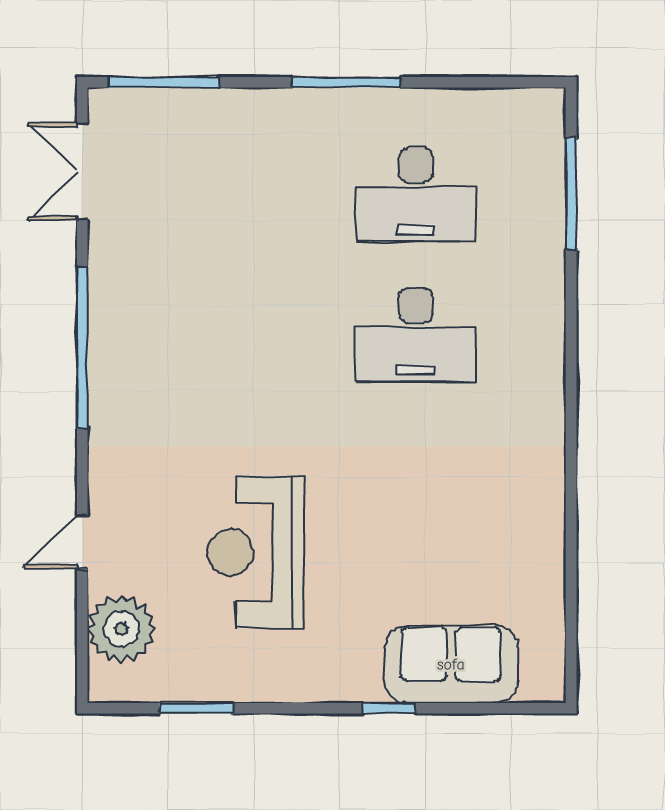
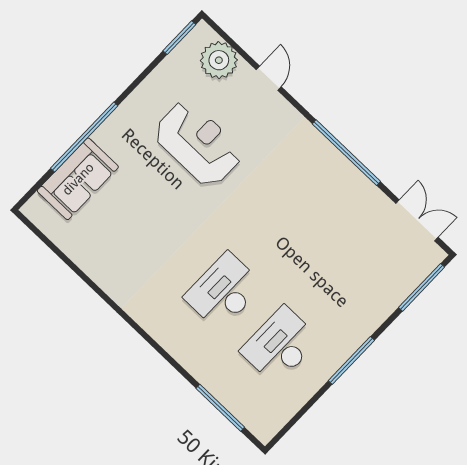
window: (197, 708) -> (179, 38), moved
window: (389, 708) -> (84, 137), width x3.17

